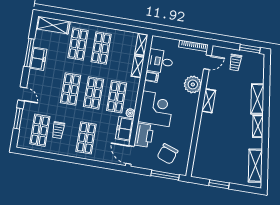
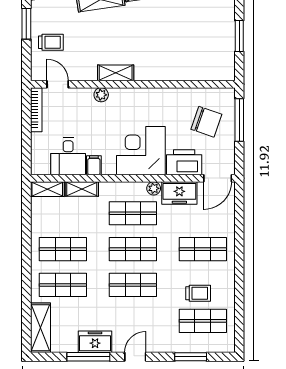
plant: (193, 84) -> (101, 95), width x0.53, depth x0.53
door: (22, 94) -> (135, 357), moved

